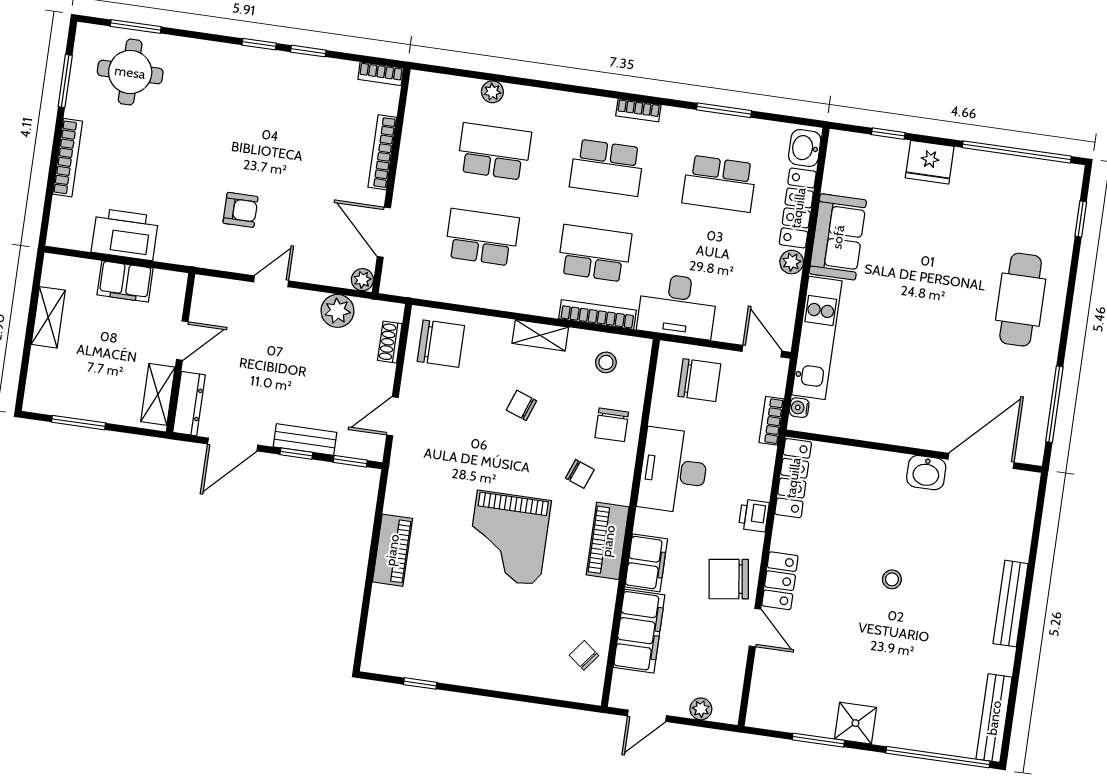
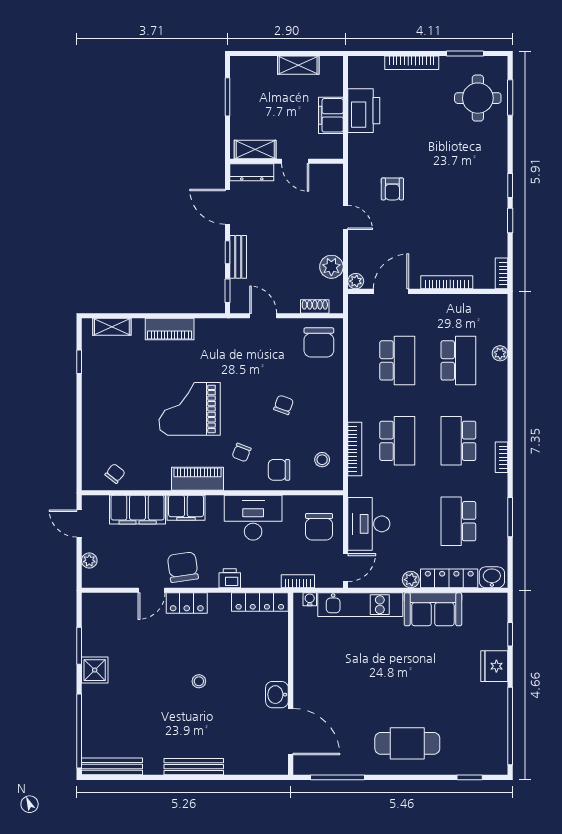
desk: (677, 306) -> (369, 524), moved
shelving: (540, 335) -> (112, 327), moved, turned 90

